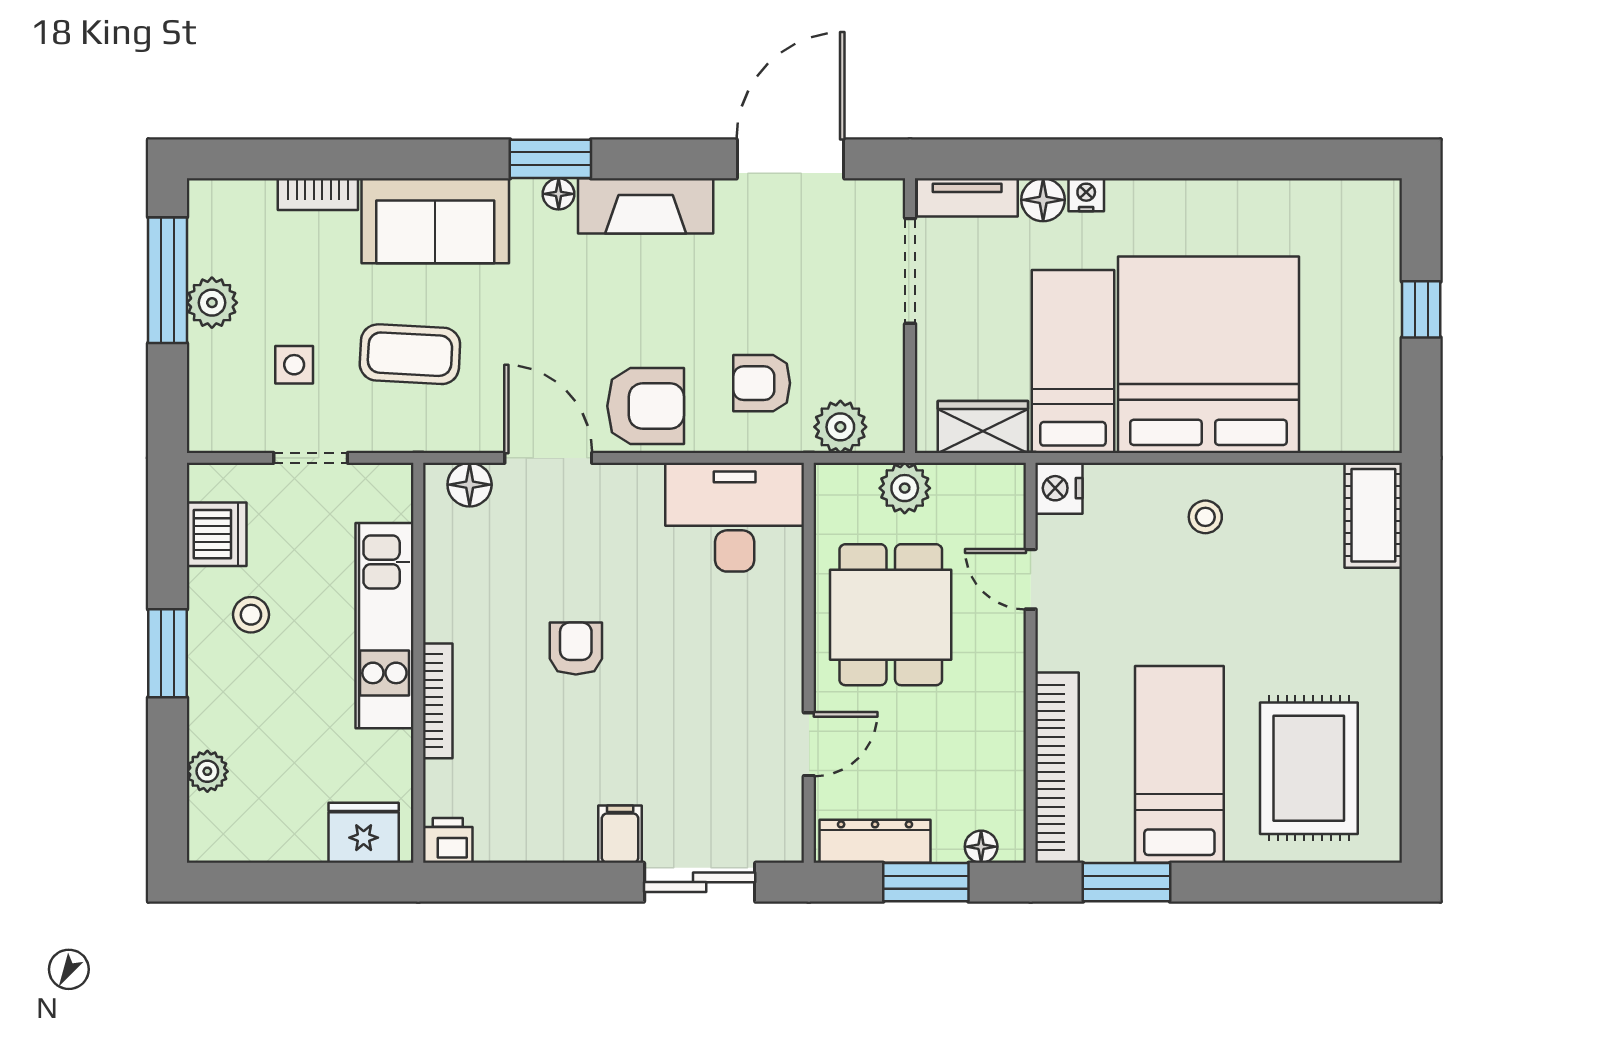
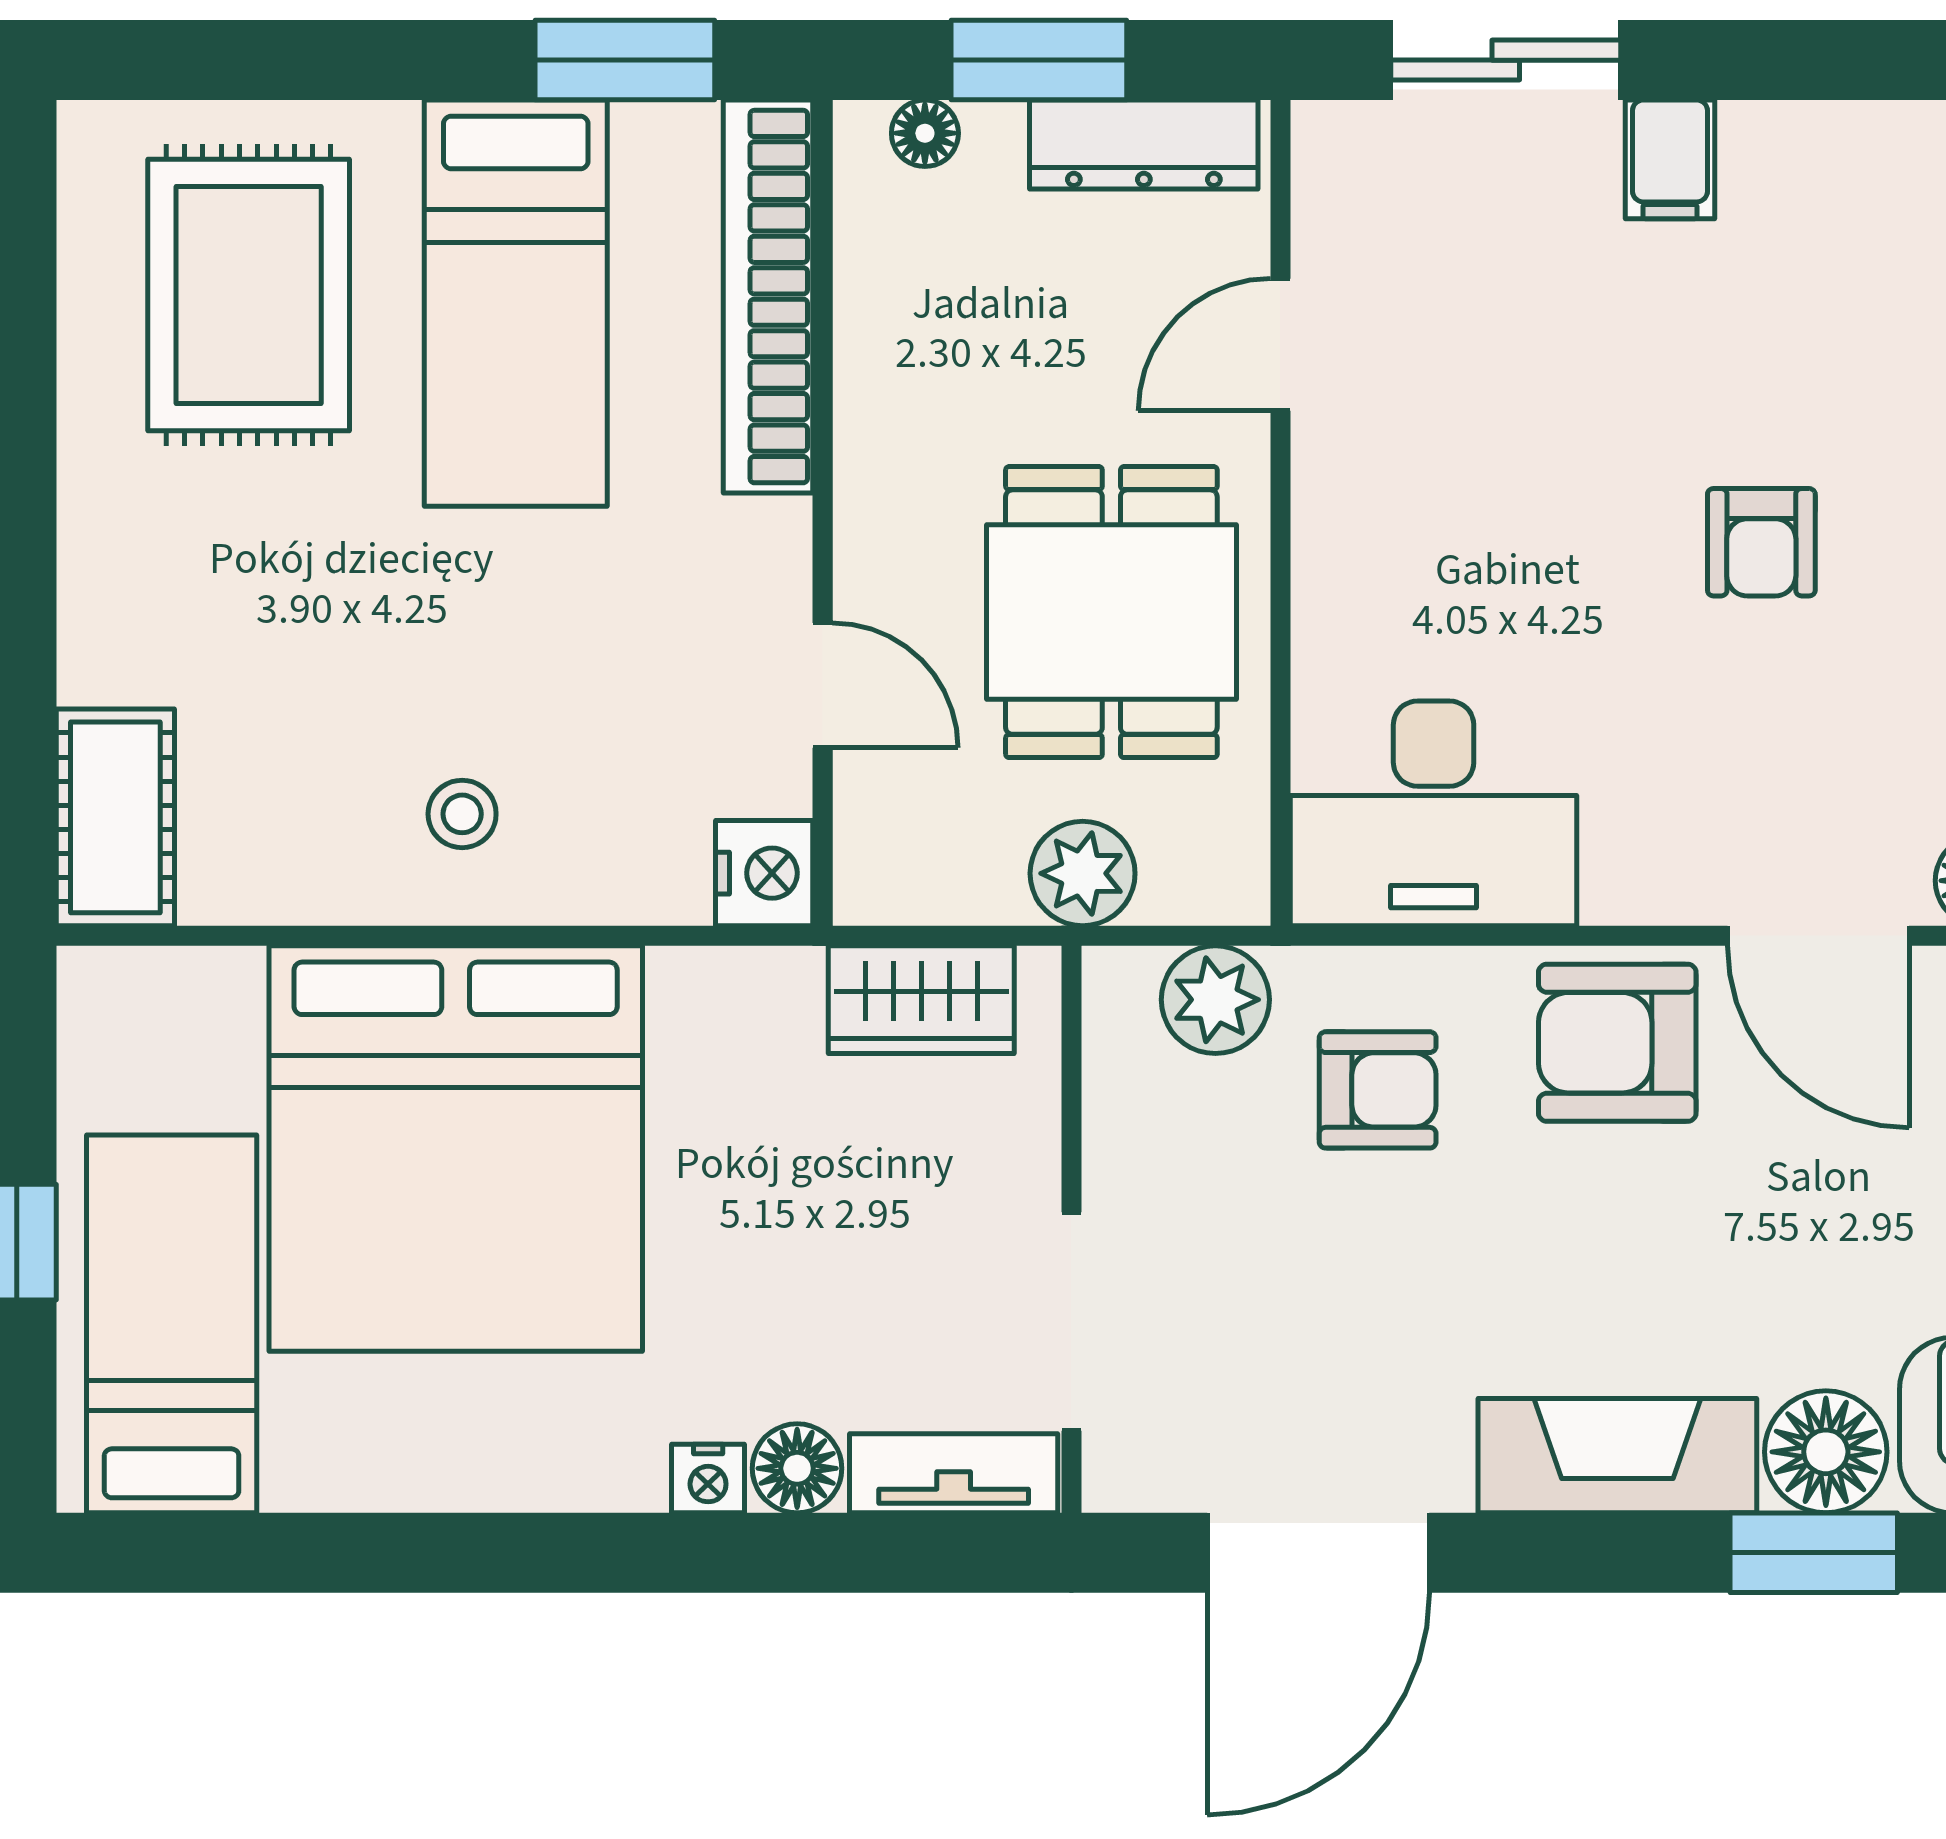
floor lamp: (559, 194) -> (1826, 1452), width x1.89, depth x1.89
bed: (1073, 361) -> (172, 1324), moved, turned 180

